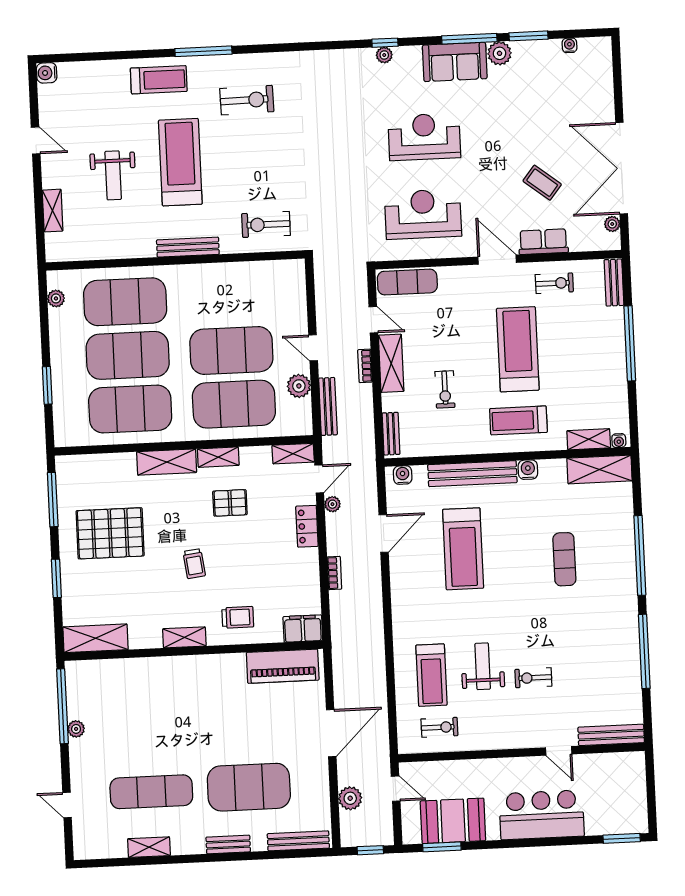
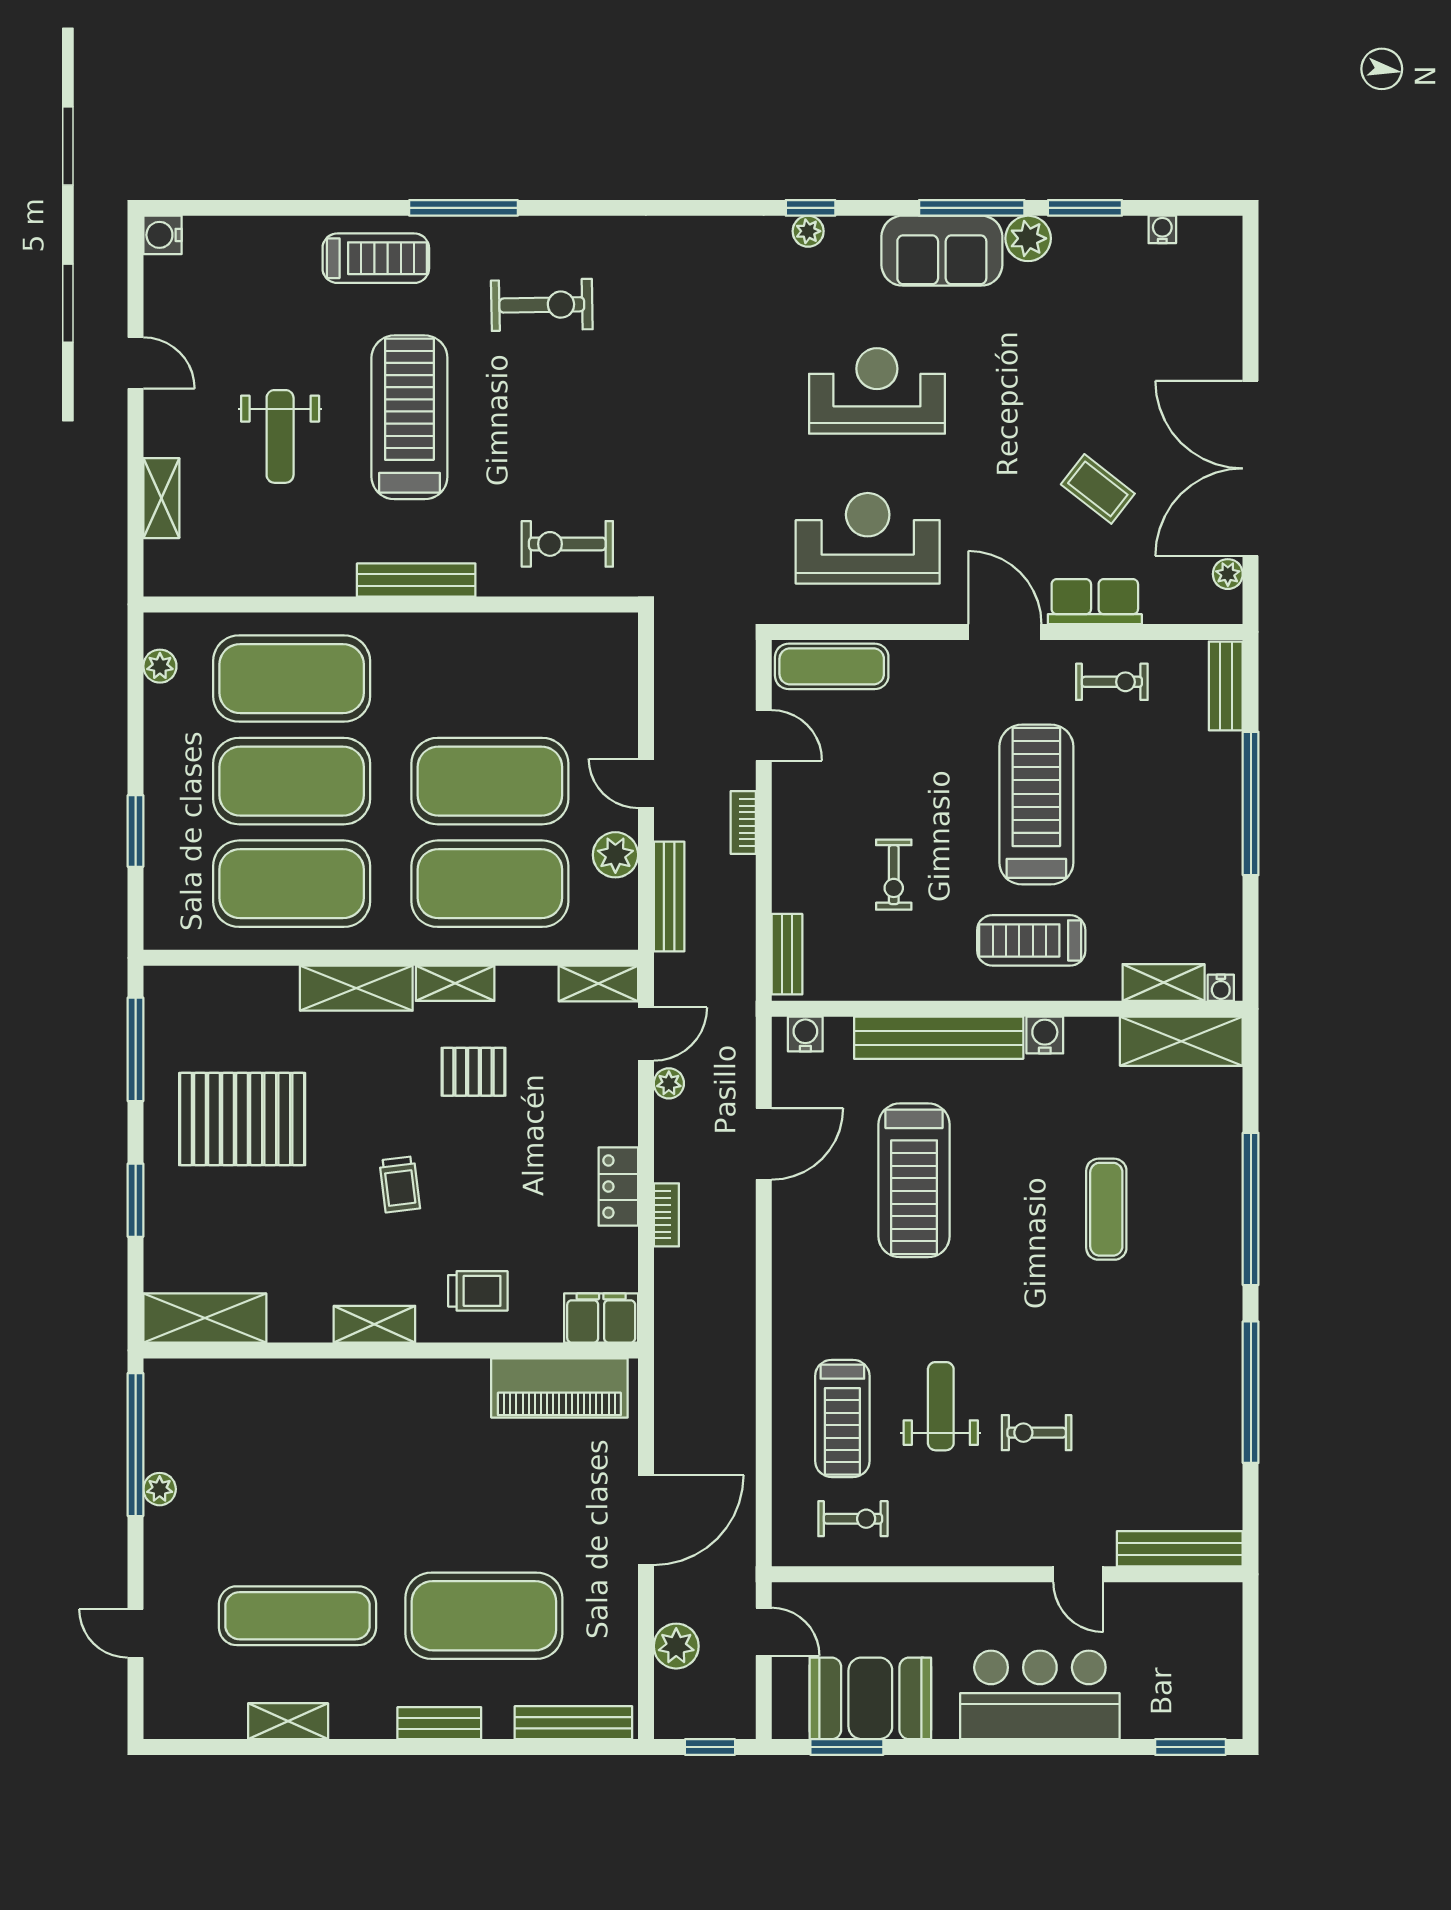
shelving: (391, 363) -> (793, 820), removed
locker: (307, 526) -> (618, 1187), moved

